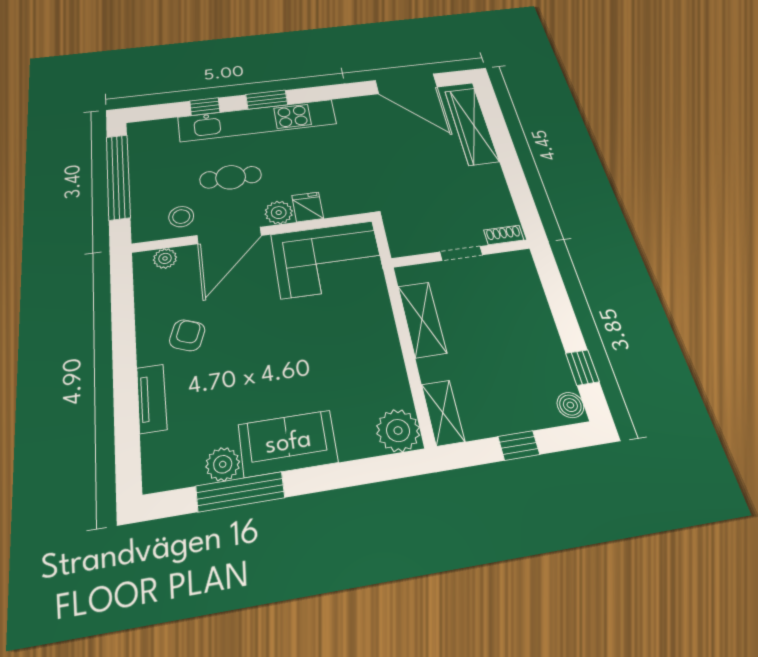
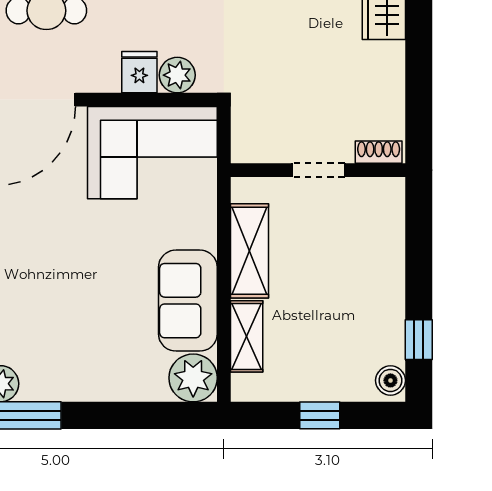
plant: (279, 213) -> (177, 75), moved
shelving: (443, 413) -> (247, 336), moved
sofa: (288, 443) -> (188, 301), moved, turned -90

